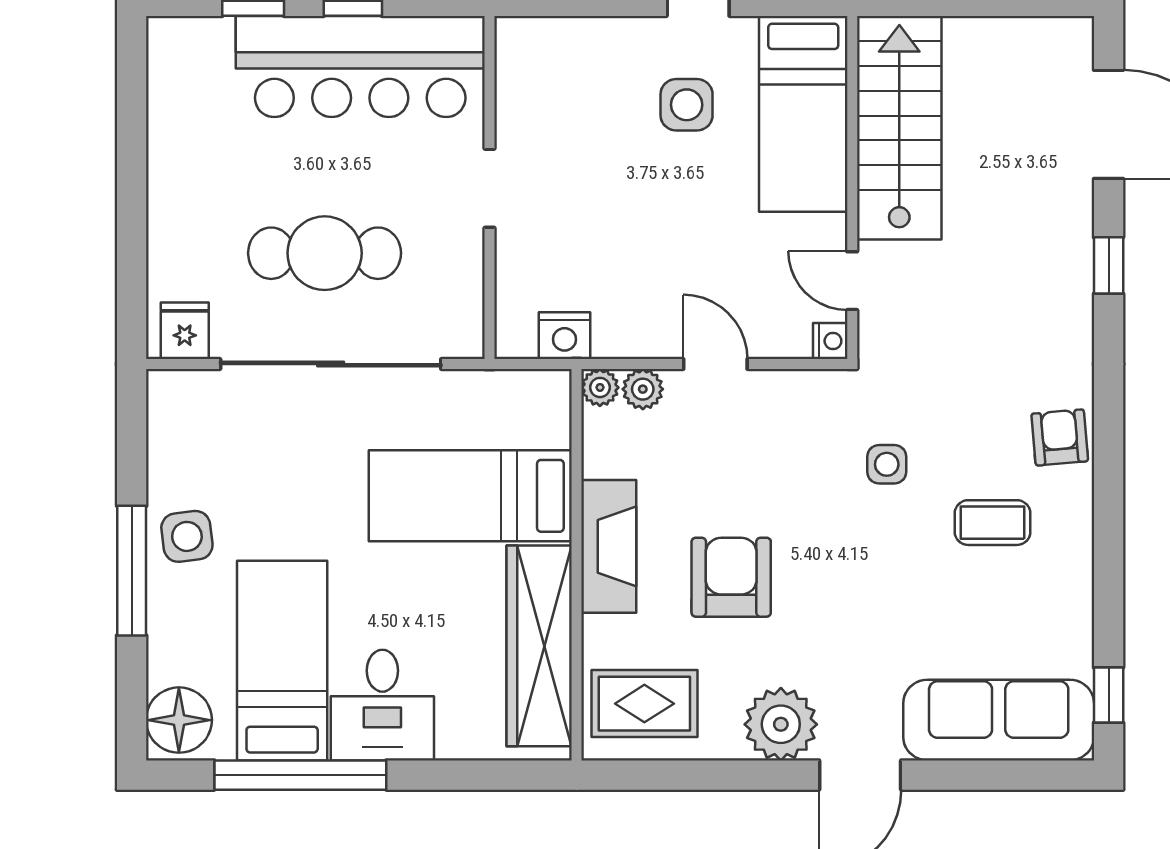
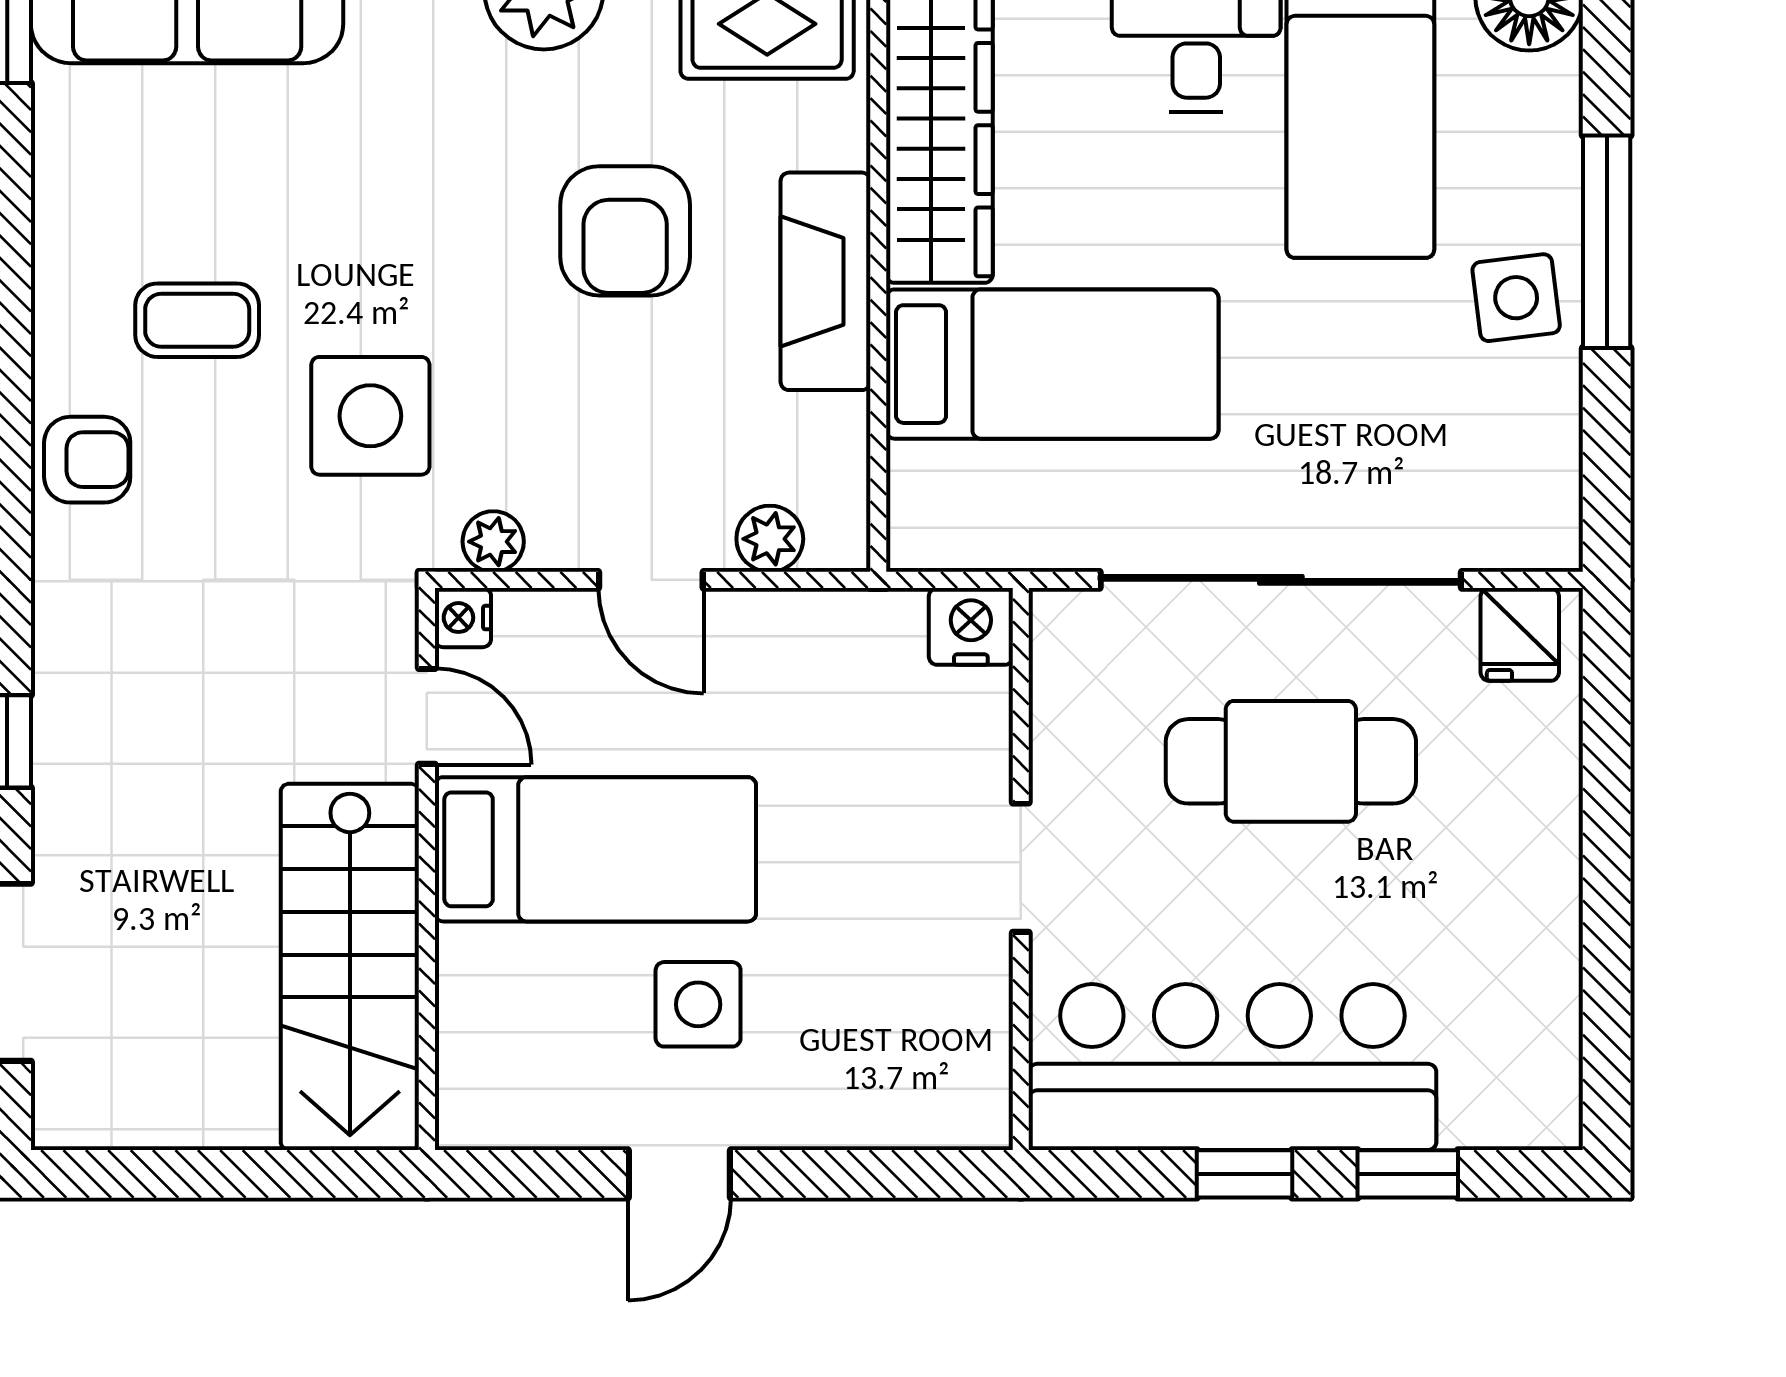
bed: (803, 114) -> (595, 849), moved, turned 90
nightstand: (564, 336) -> (971, 626), moved
plant: (600, 387) -> (493, 542), moved
armchair: (1060, 437) -> (87, 460), turned -85
side table: (887, 464) -> (370, 416), width x1.87, depth x1.87

